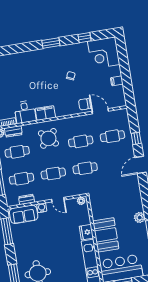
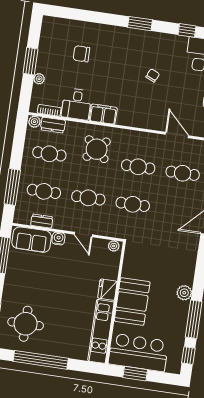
chair: (85, 104) -> (81, 54), moved

